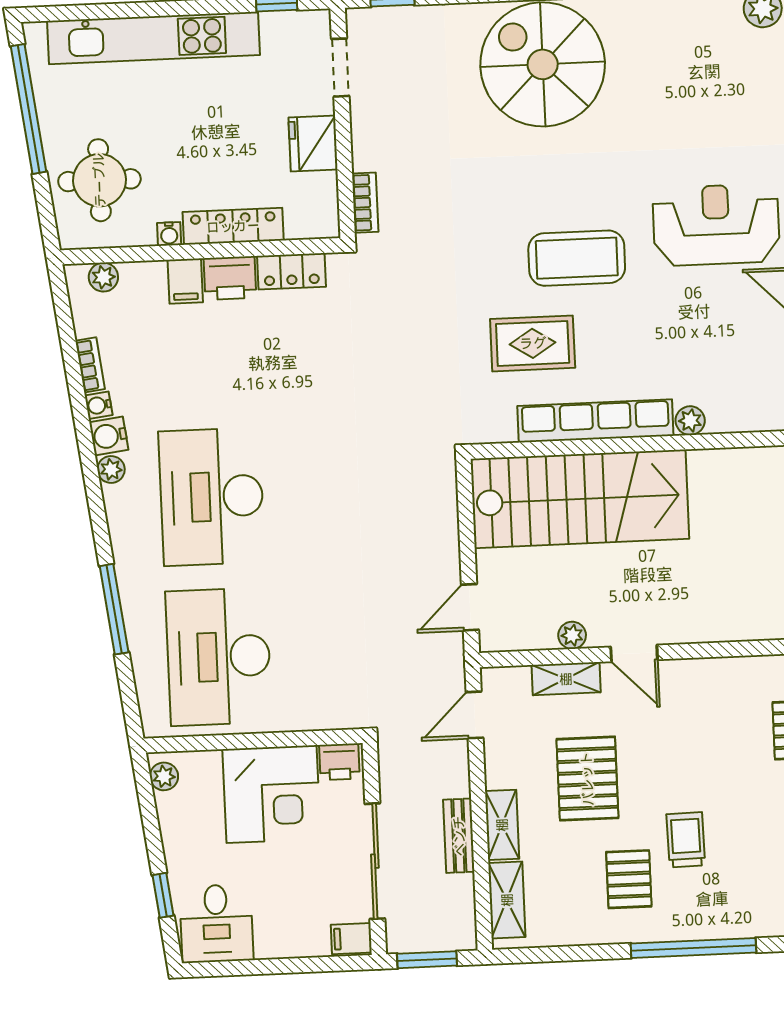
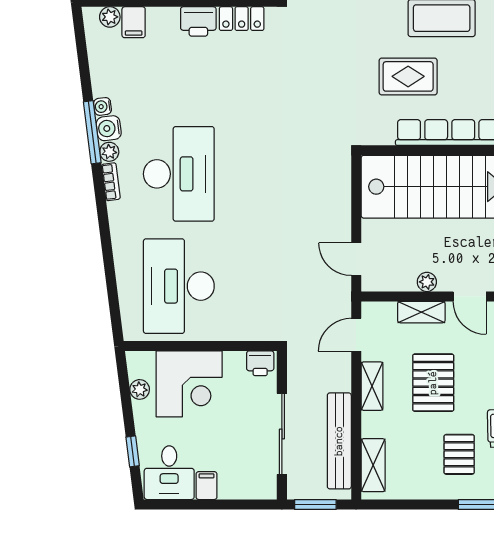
filing cabinet: (185, 281) -> (134, 22), moved
bookcase: (90, 365) -> (111, 182), moved
desk: (212, 497) -> (179, 174), turned 180
door: (470, 607) -> (356, 259), hinge flipped
window: (114, 609) -> (92, 132), moved
plant: (164, 776) -> (140, 389), moved
corner desk: (271, 794) -> (189, 384), moved
shelving: (502, 825) -> (372, 386), moved
bench: (459, 836) -> (339, 441), width x1.86, depth x1.21
filing cabinet: (351, 939) -> (206, 486), moved, turned 90

